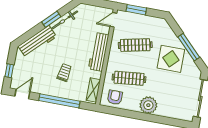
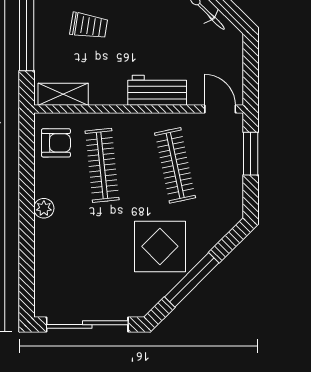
workbench: (99, 52) -> (157, 90), width x0.73
plant: (148, 105) -> (44, 208), width x0.53, depth x0.53

